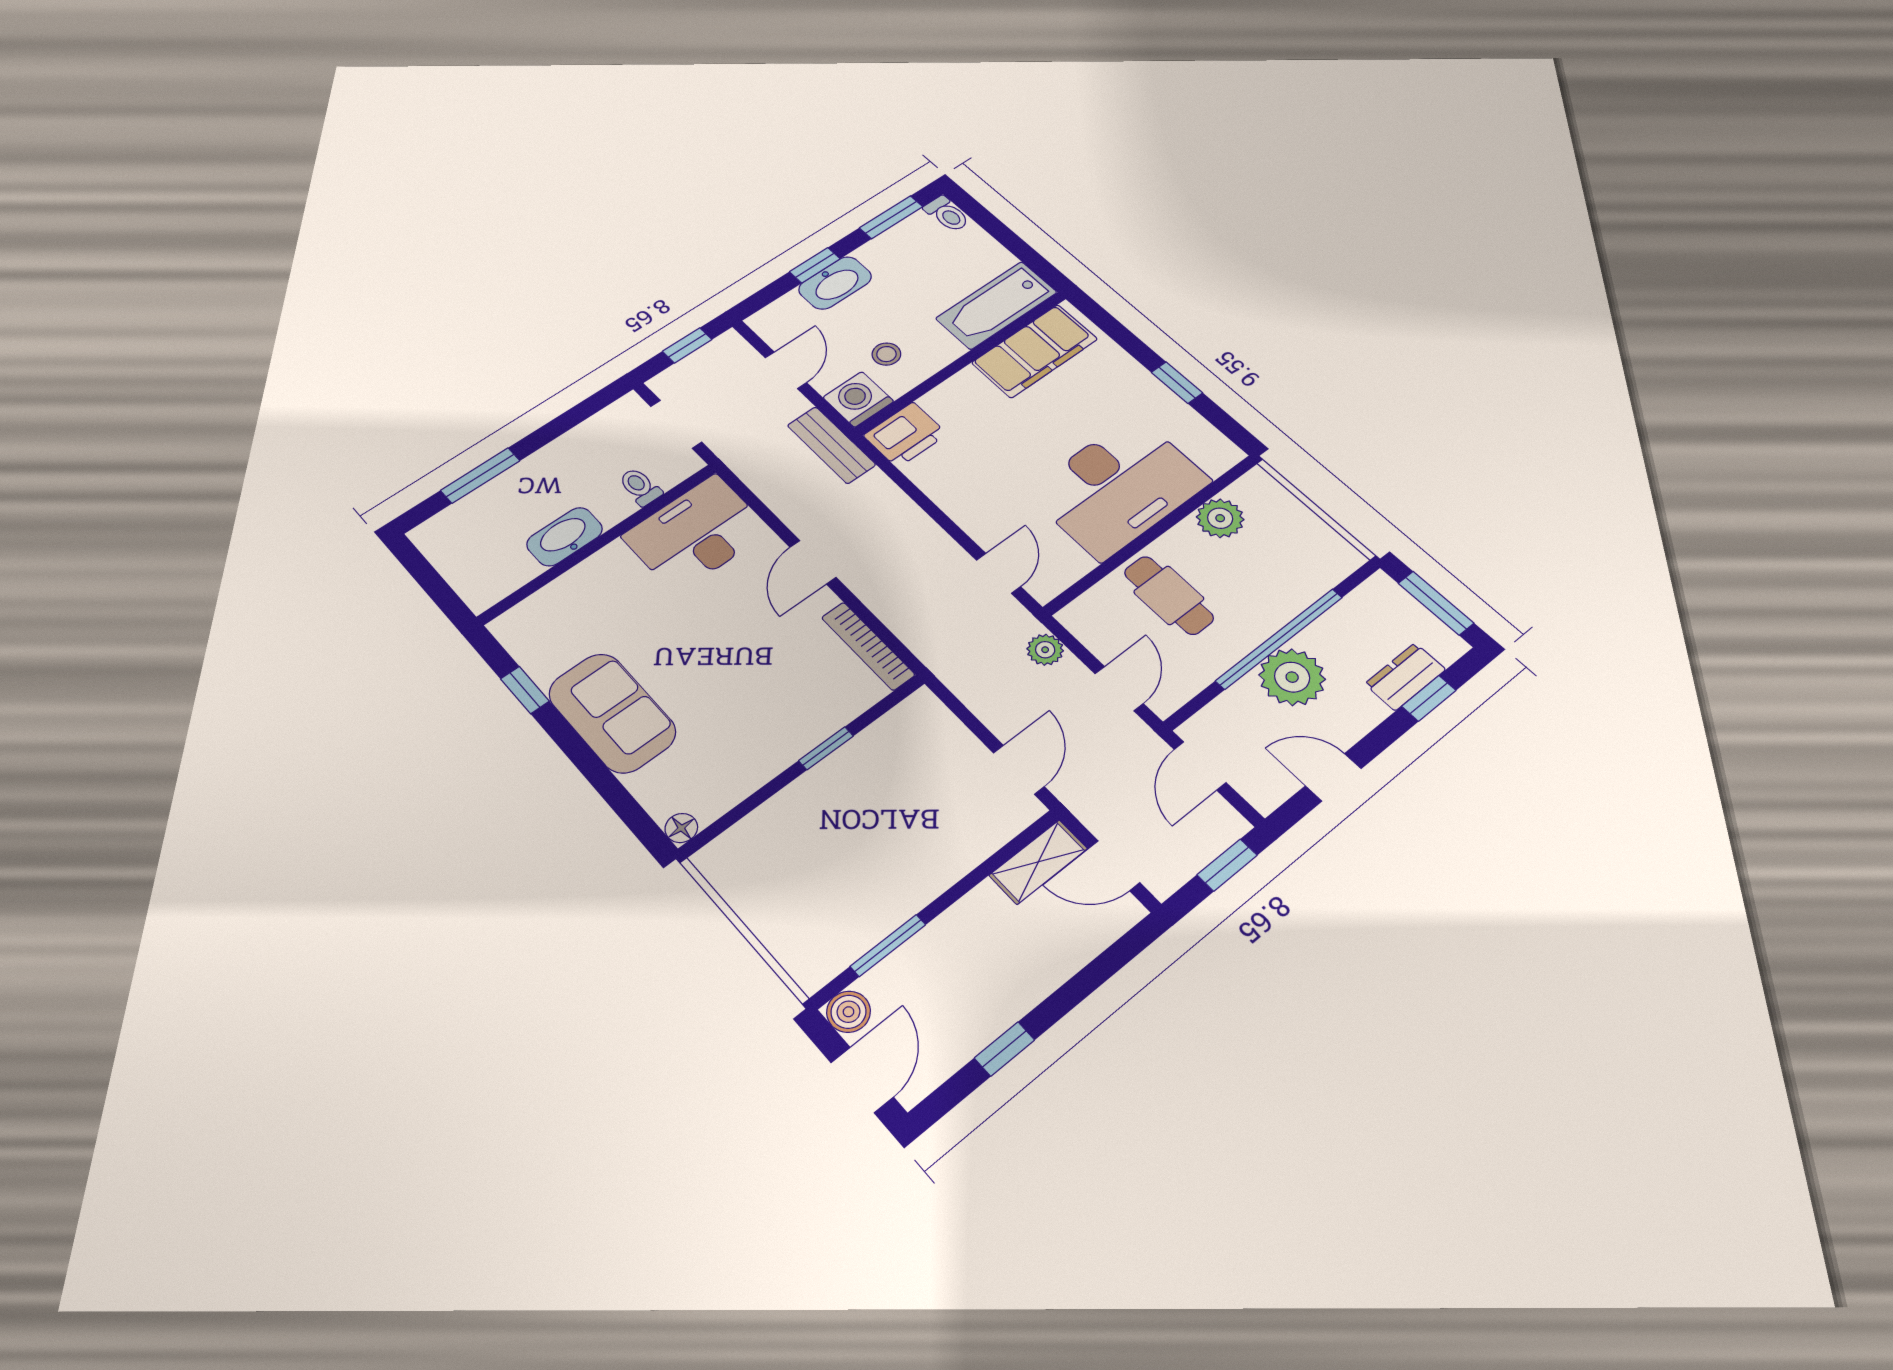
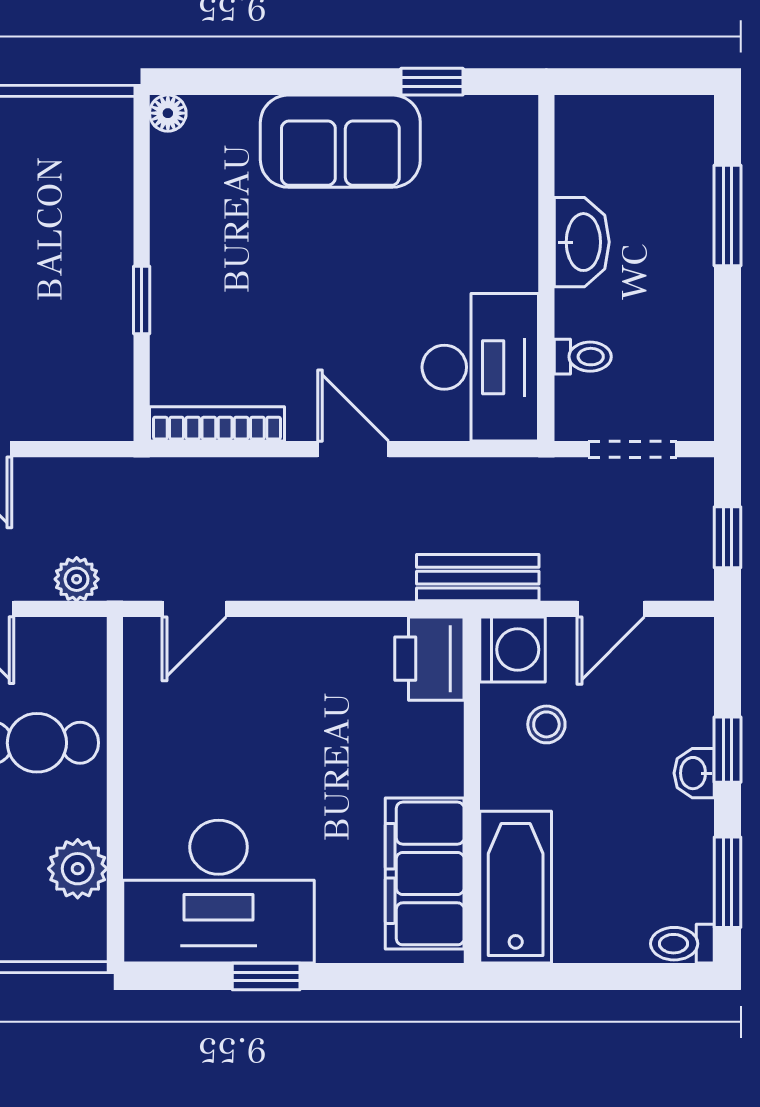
washbasin: (835, 283) -> (694, 773), width x0.52, depth x0.69
door: (786, 370) -> (611, 609), hinge flipped
desk: (1118, 486) -> (219, 892), moved, turned -90
door: (998, 573) -> (194, 609), hinge flipped

